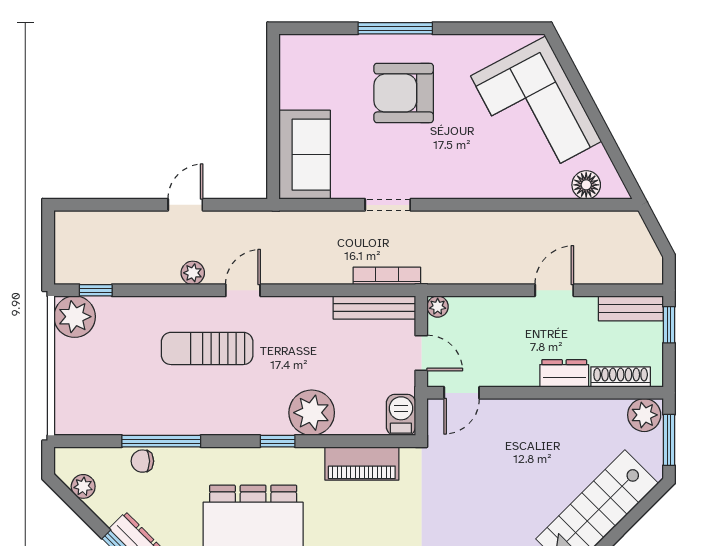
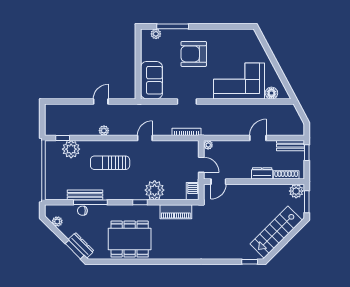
window: (395, 28) -> (173, 26), moved
plant: (315, 46) -> (156, 34), added
corner sofa: (536, 109) -> (239, 81), moved, turned 118
door: (243, 290) -> (145, 138), moved
bench: (374, 307) -> (85, 195), moved
plant: (75, 317) -> (71, 149), moved

